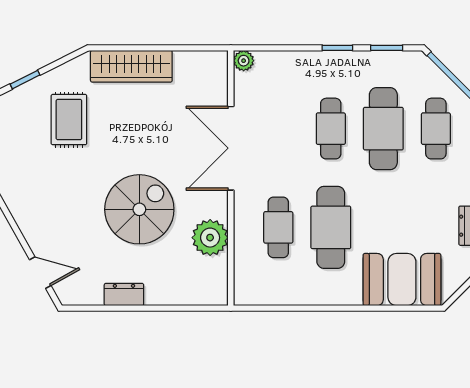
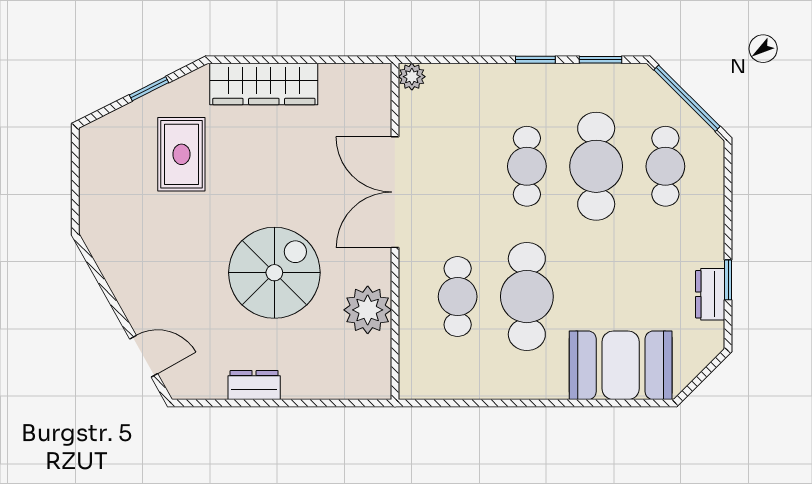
window: (25, 80) -> (149, 89), moved

